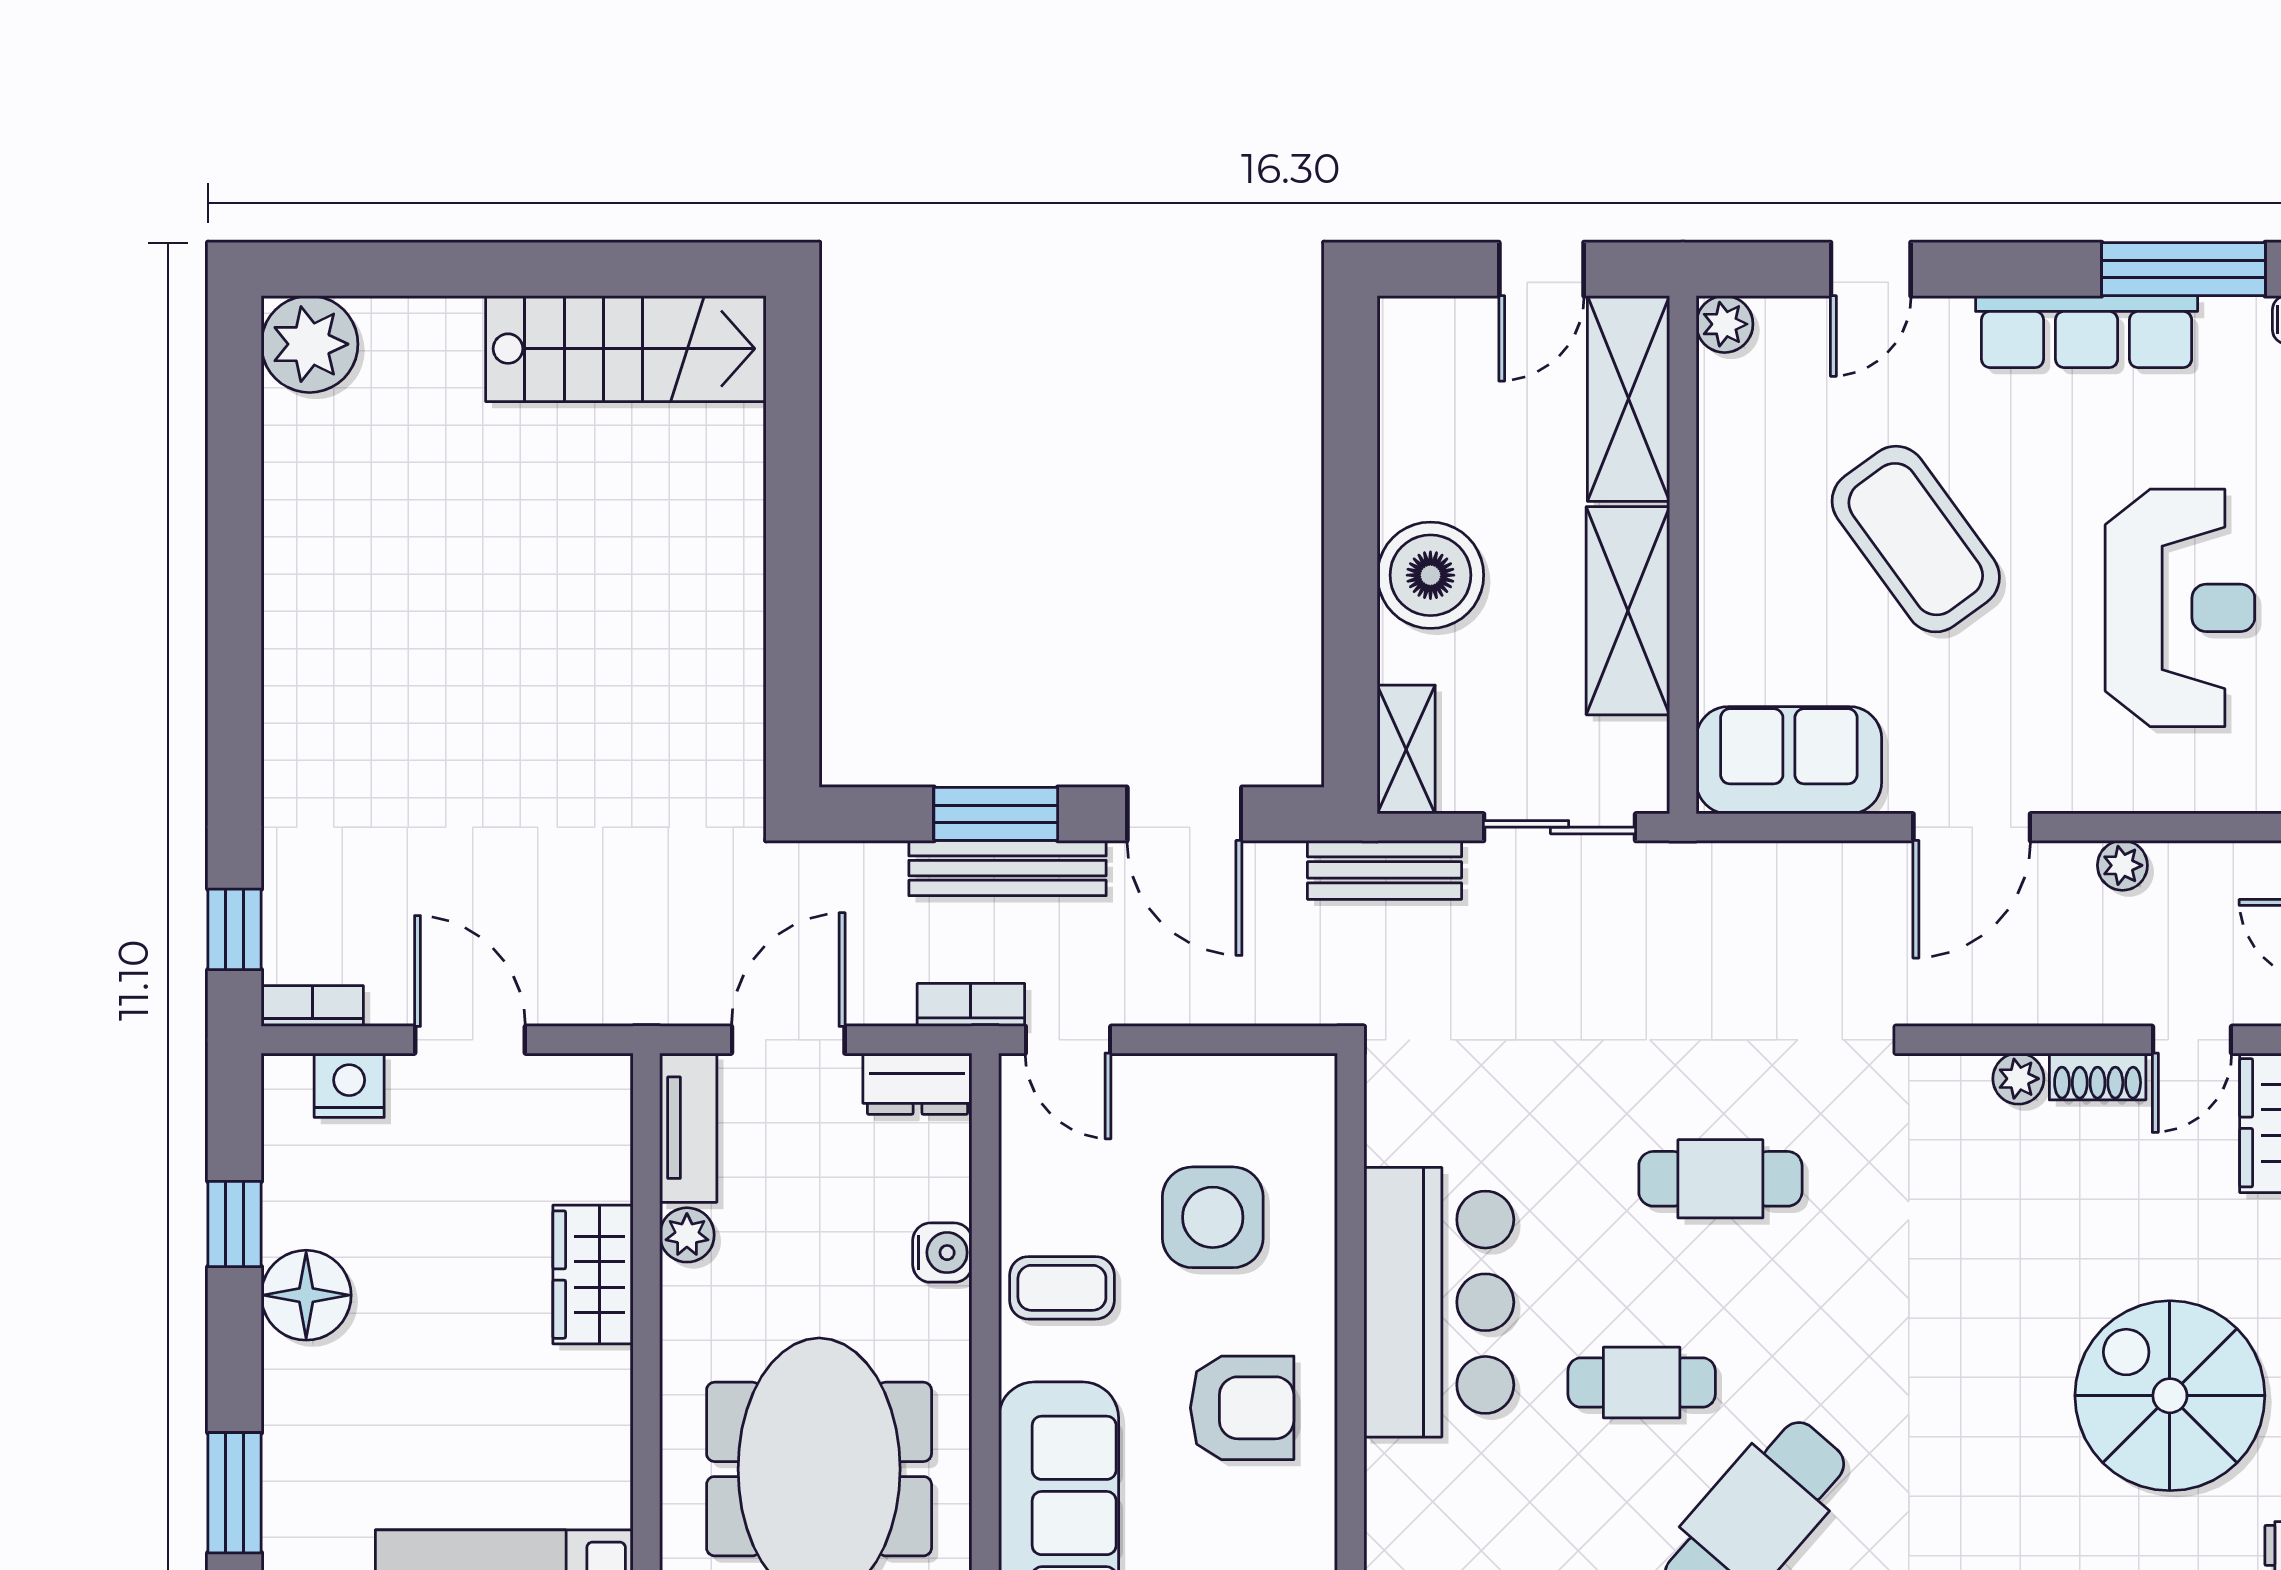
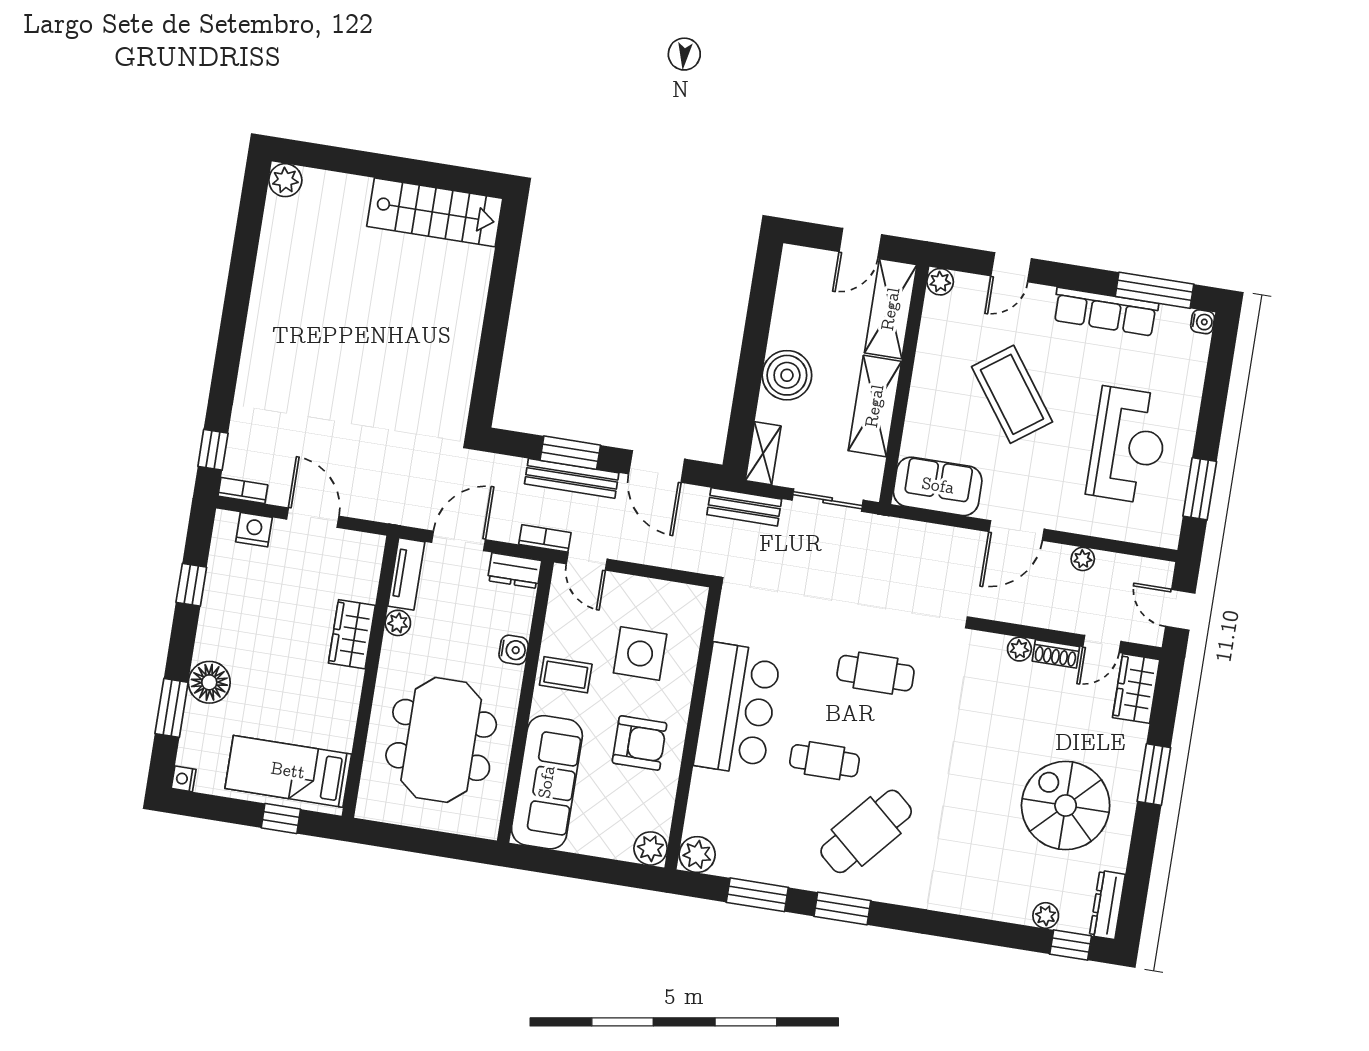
plant: (310, 344) -> (285, 180), width x0.73, depth x0.73
floor lamp: (306, 1295) -> (209, 682), moved

